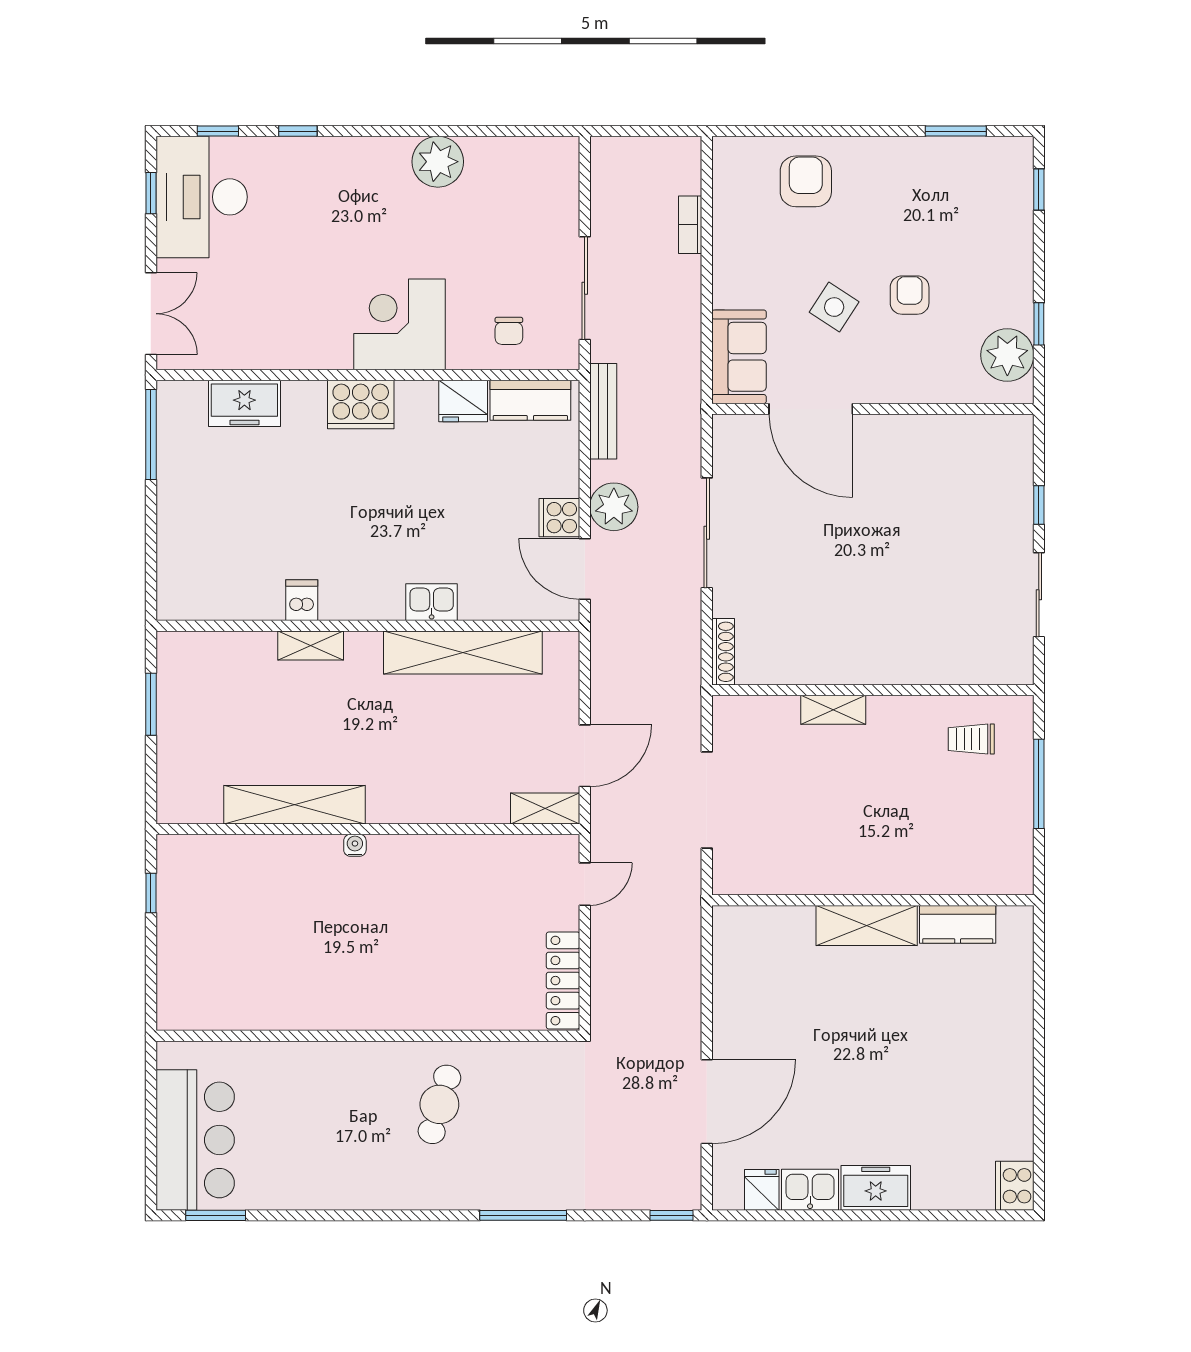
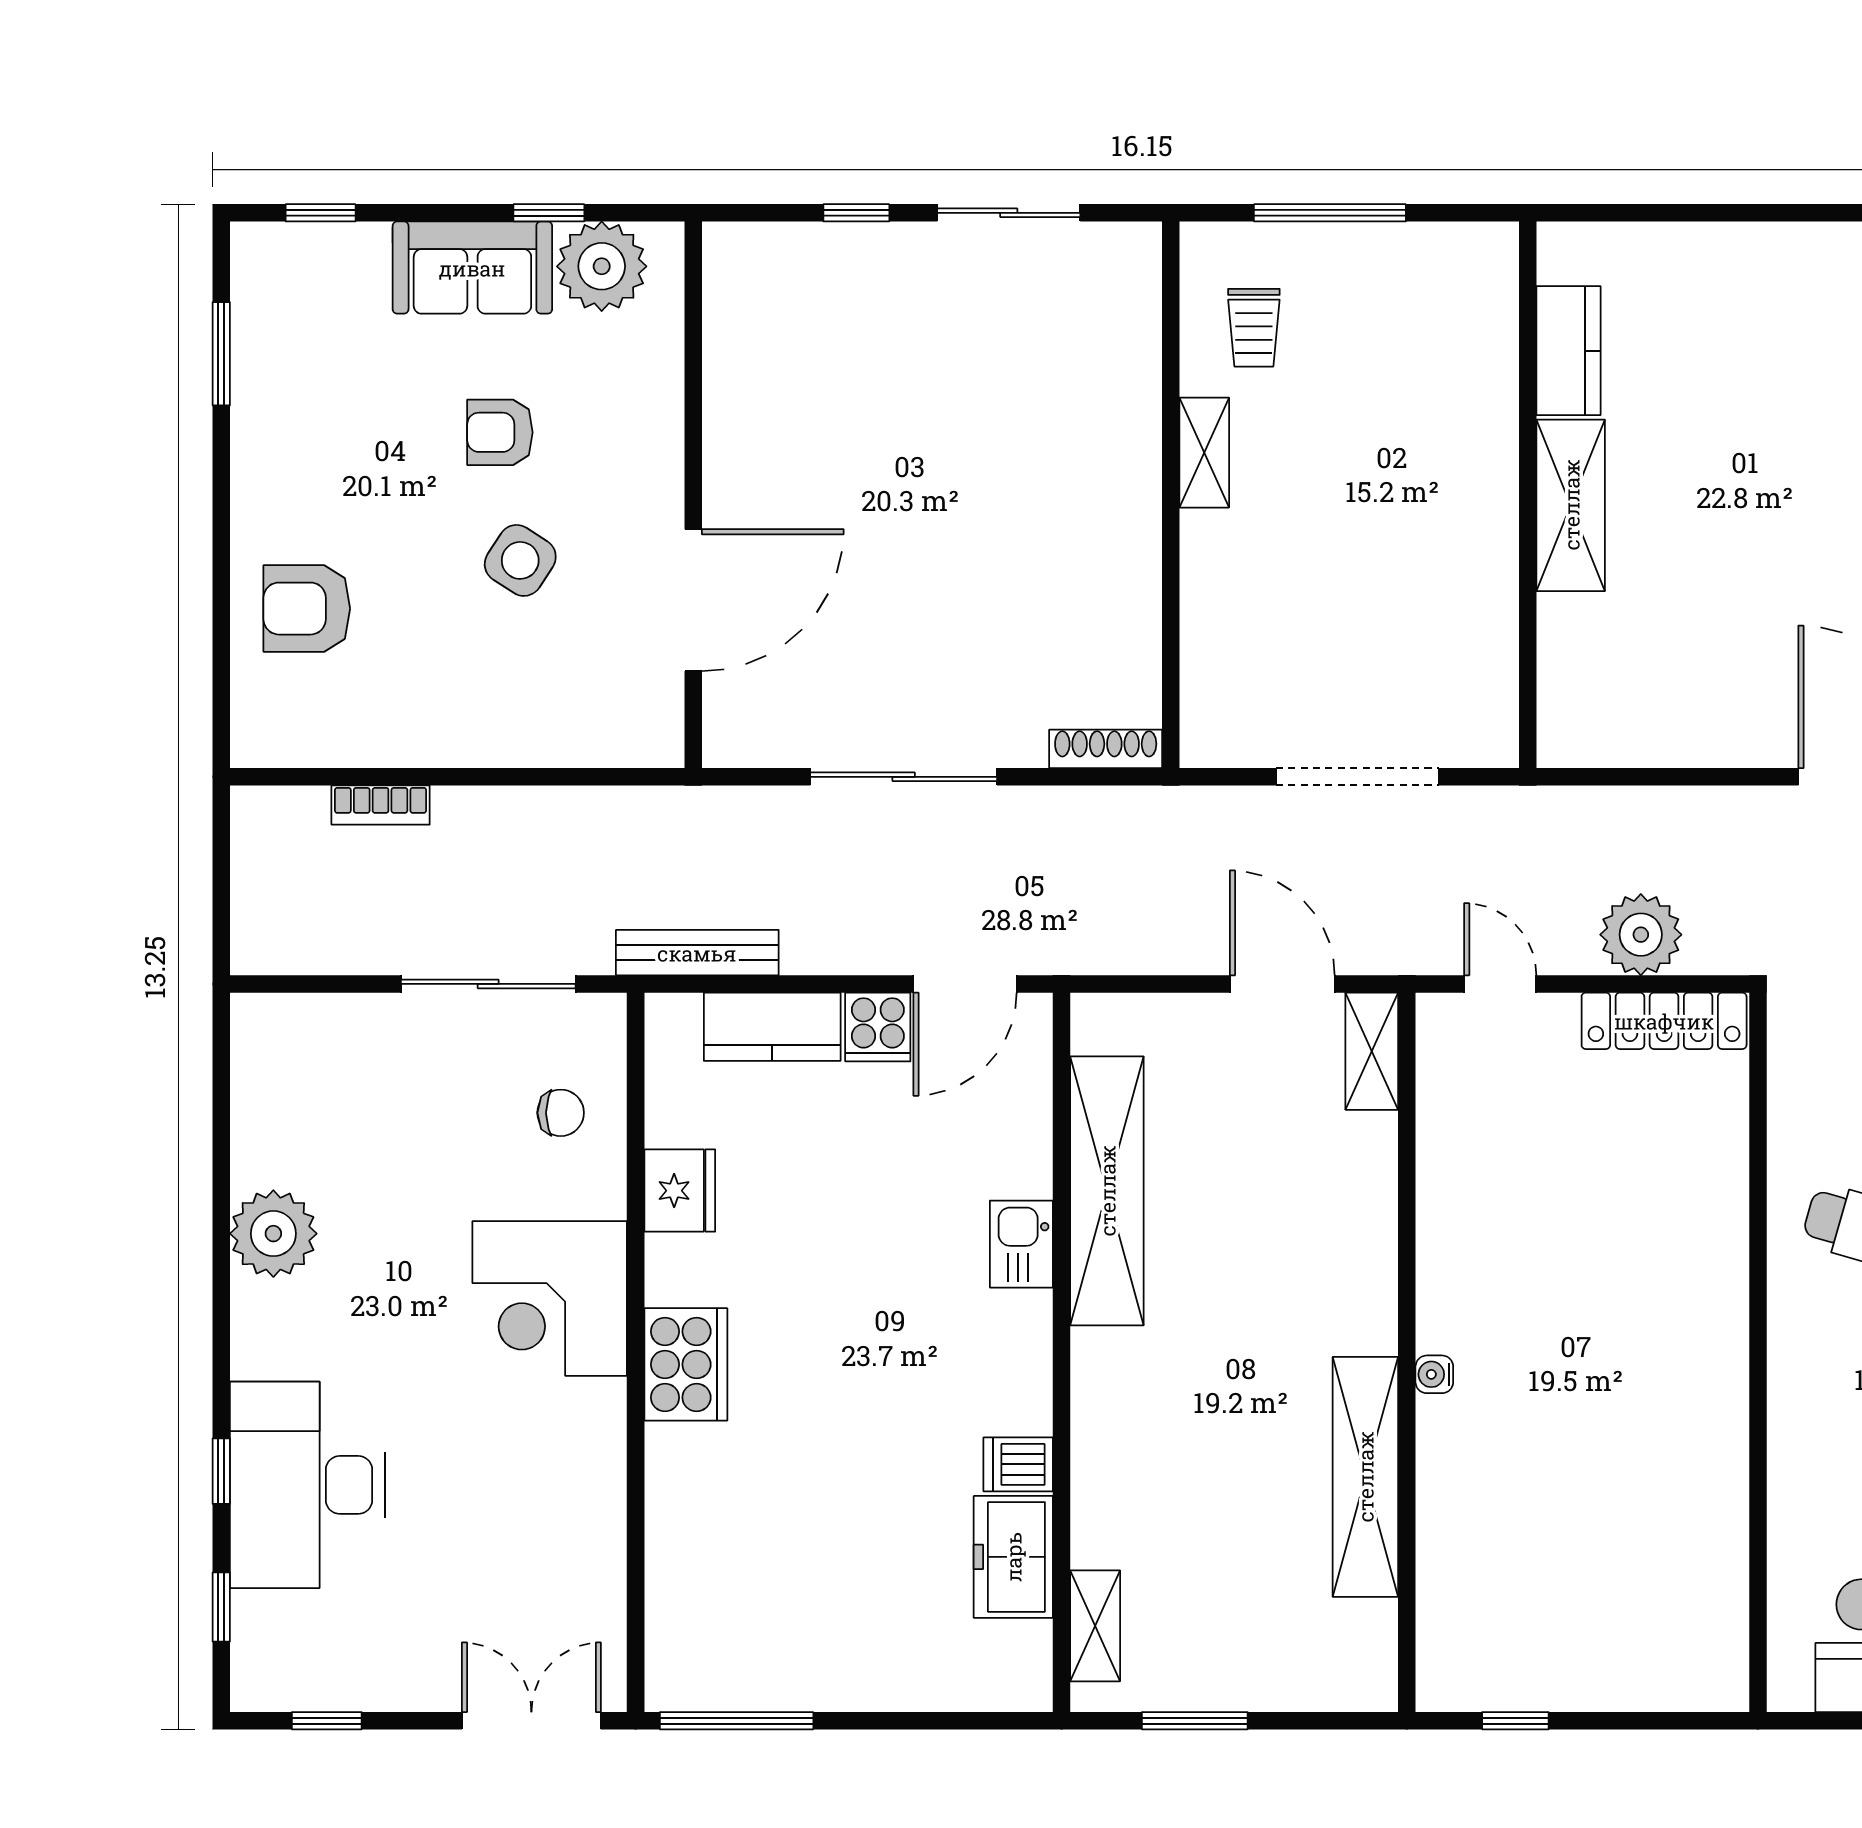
desk: (202, 197) -> (307, 1485), moved, turned 90
sofa: (739, 357) -> (472, 268), moved, turned 180
kitchen counter: (530, 400) -> (772, 1027), moved, turned 90
freezer: (244, 403) -> (1013, 1557), moved, turned 180
plant: (614, 507) -> (1641, 935), moved
shelving: (311, 646) -> (1095, 1626), moved
shelving: (833, 710) -> (1204, 453), moved

